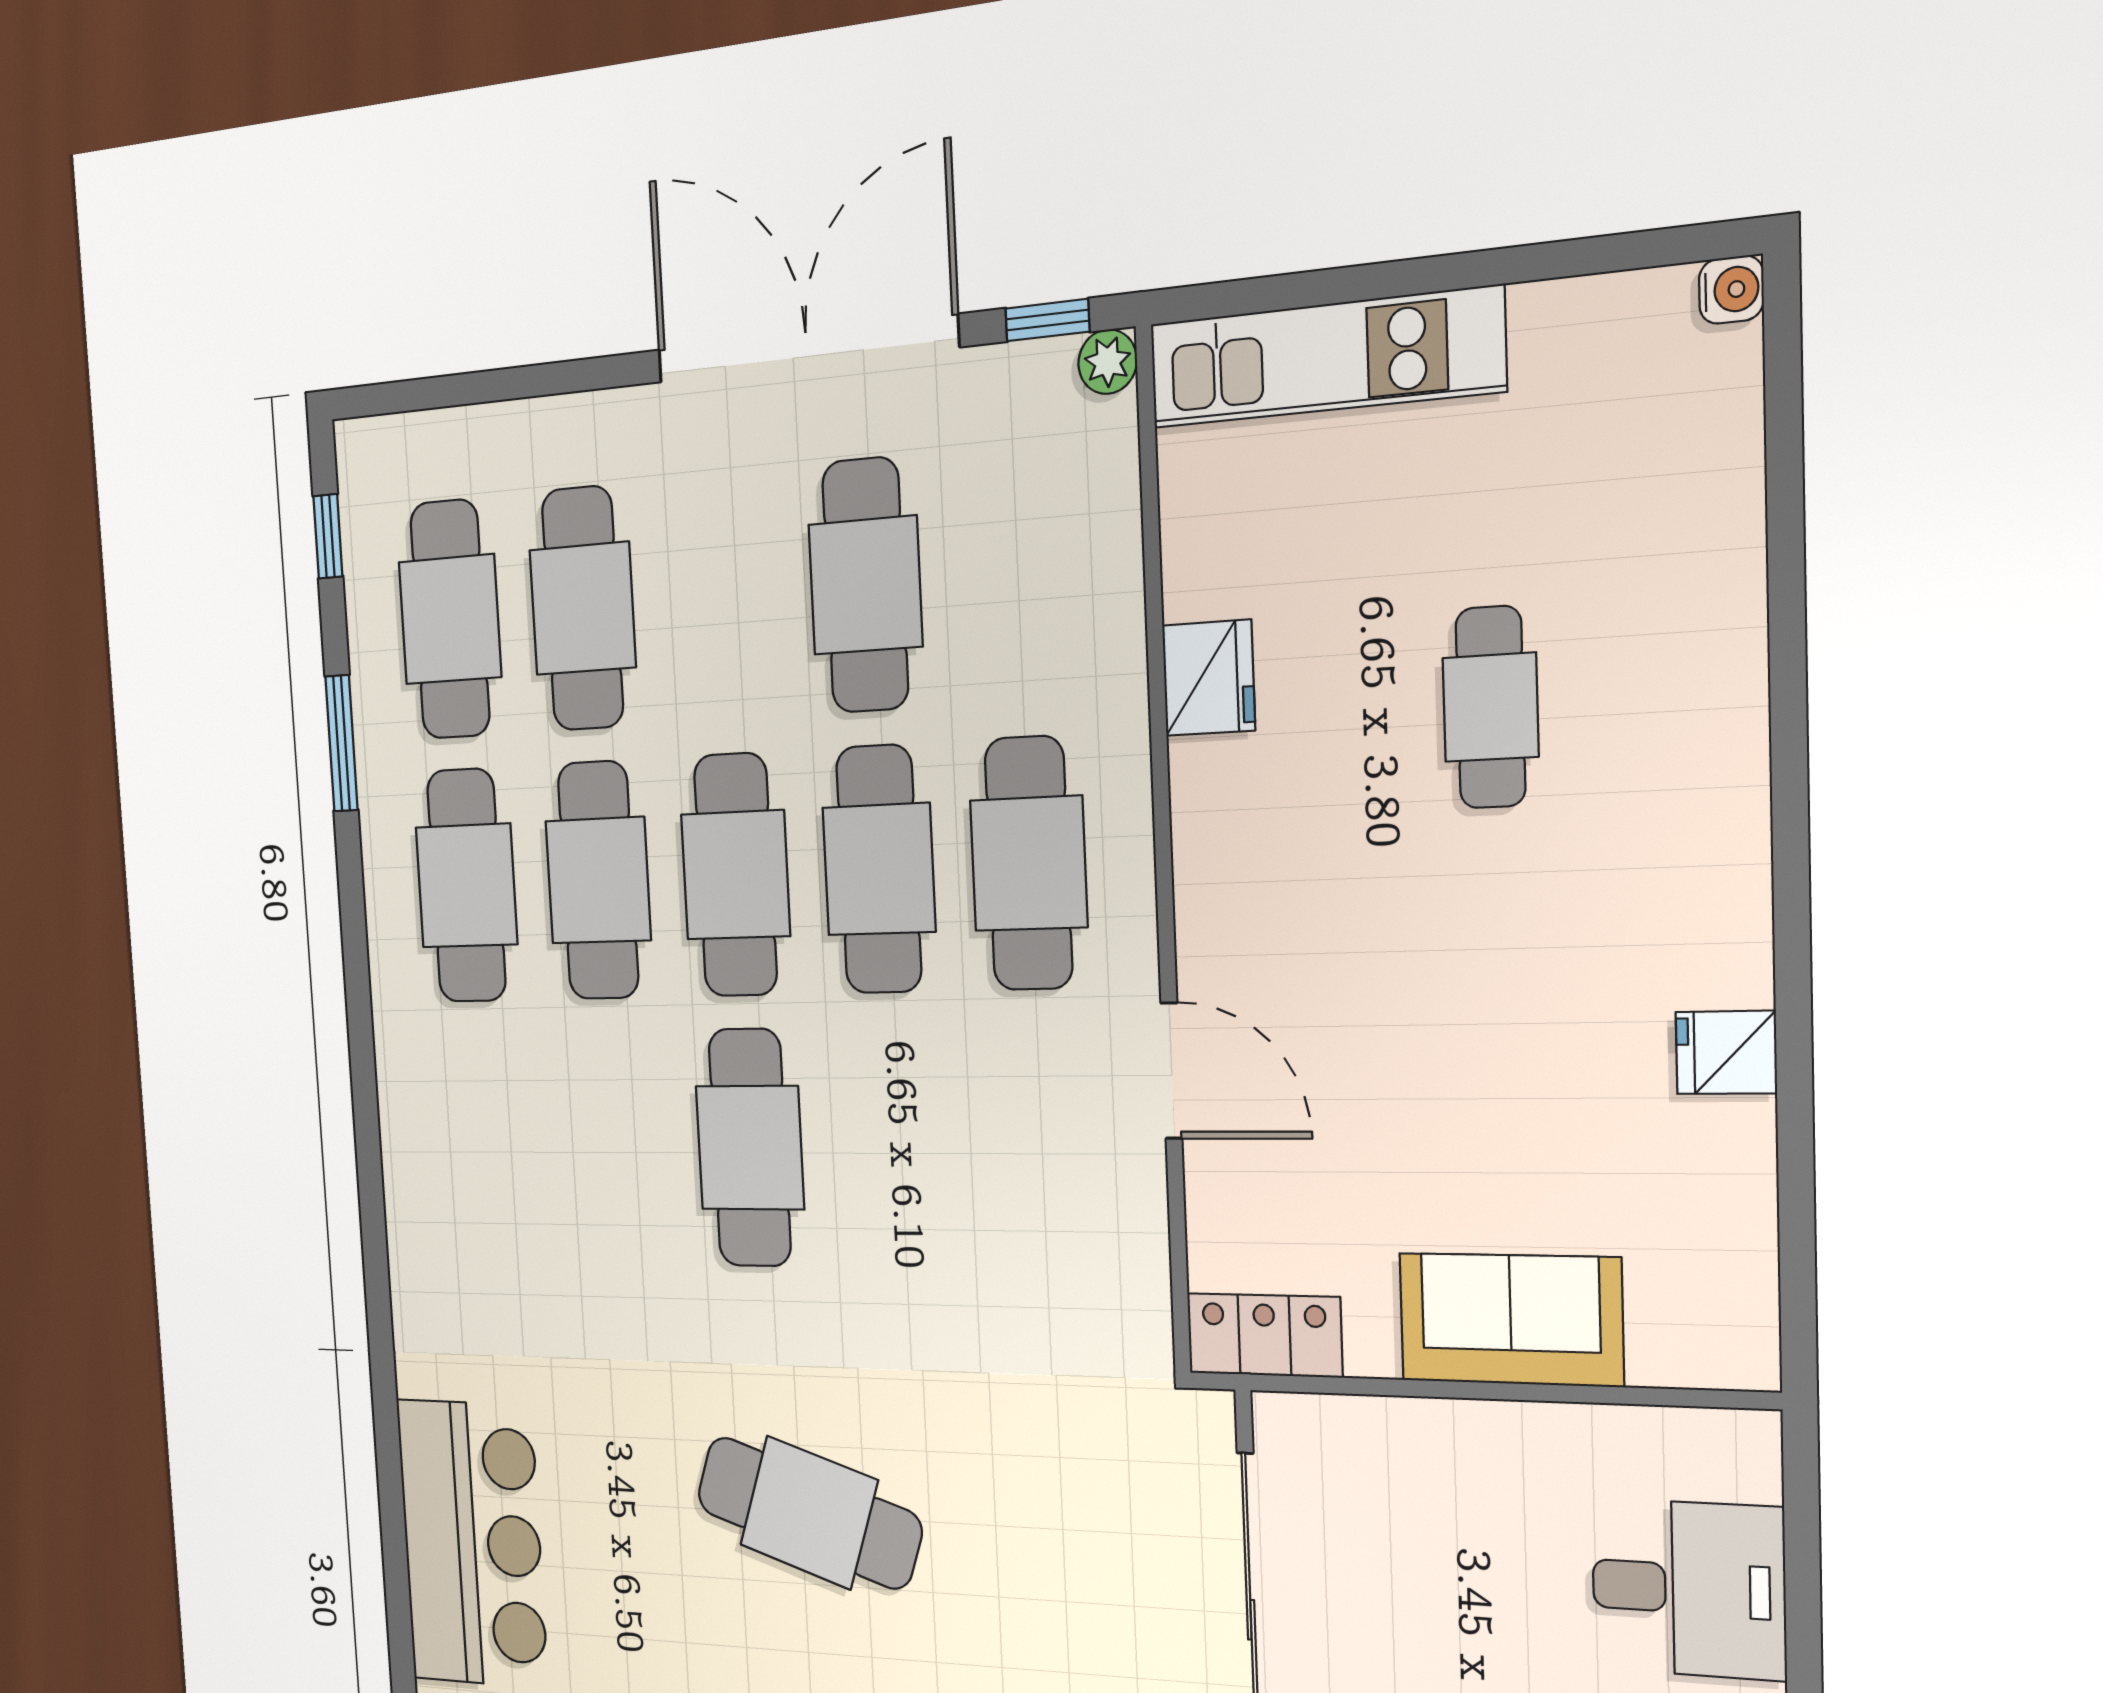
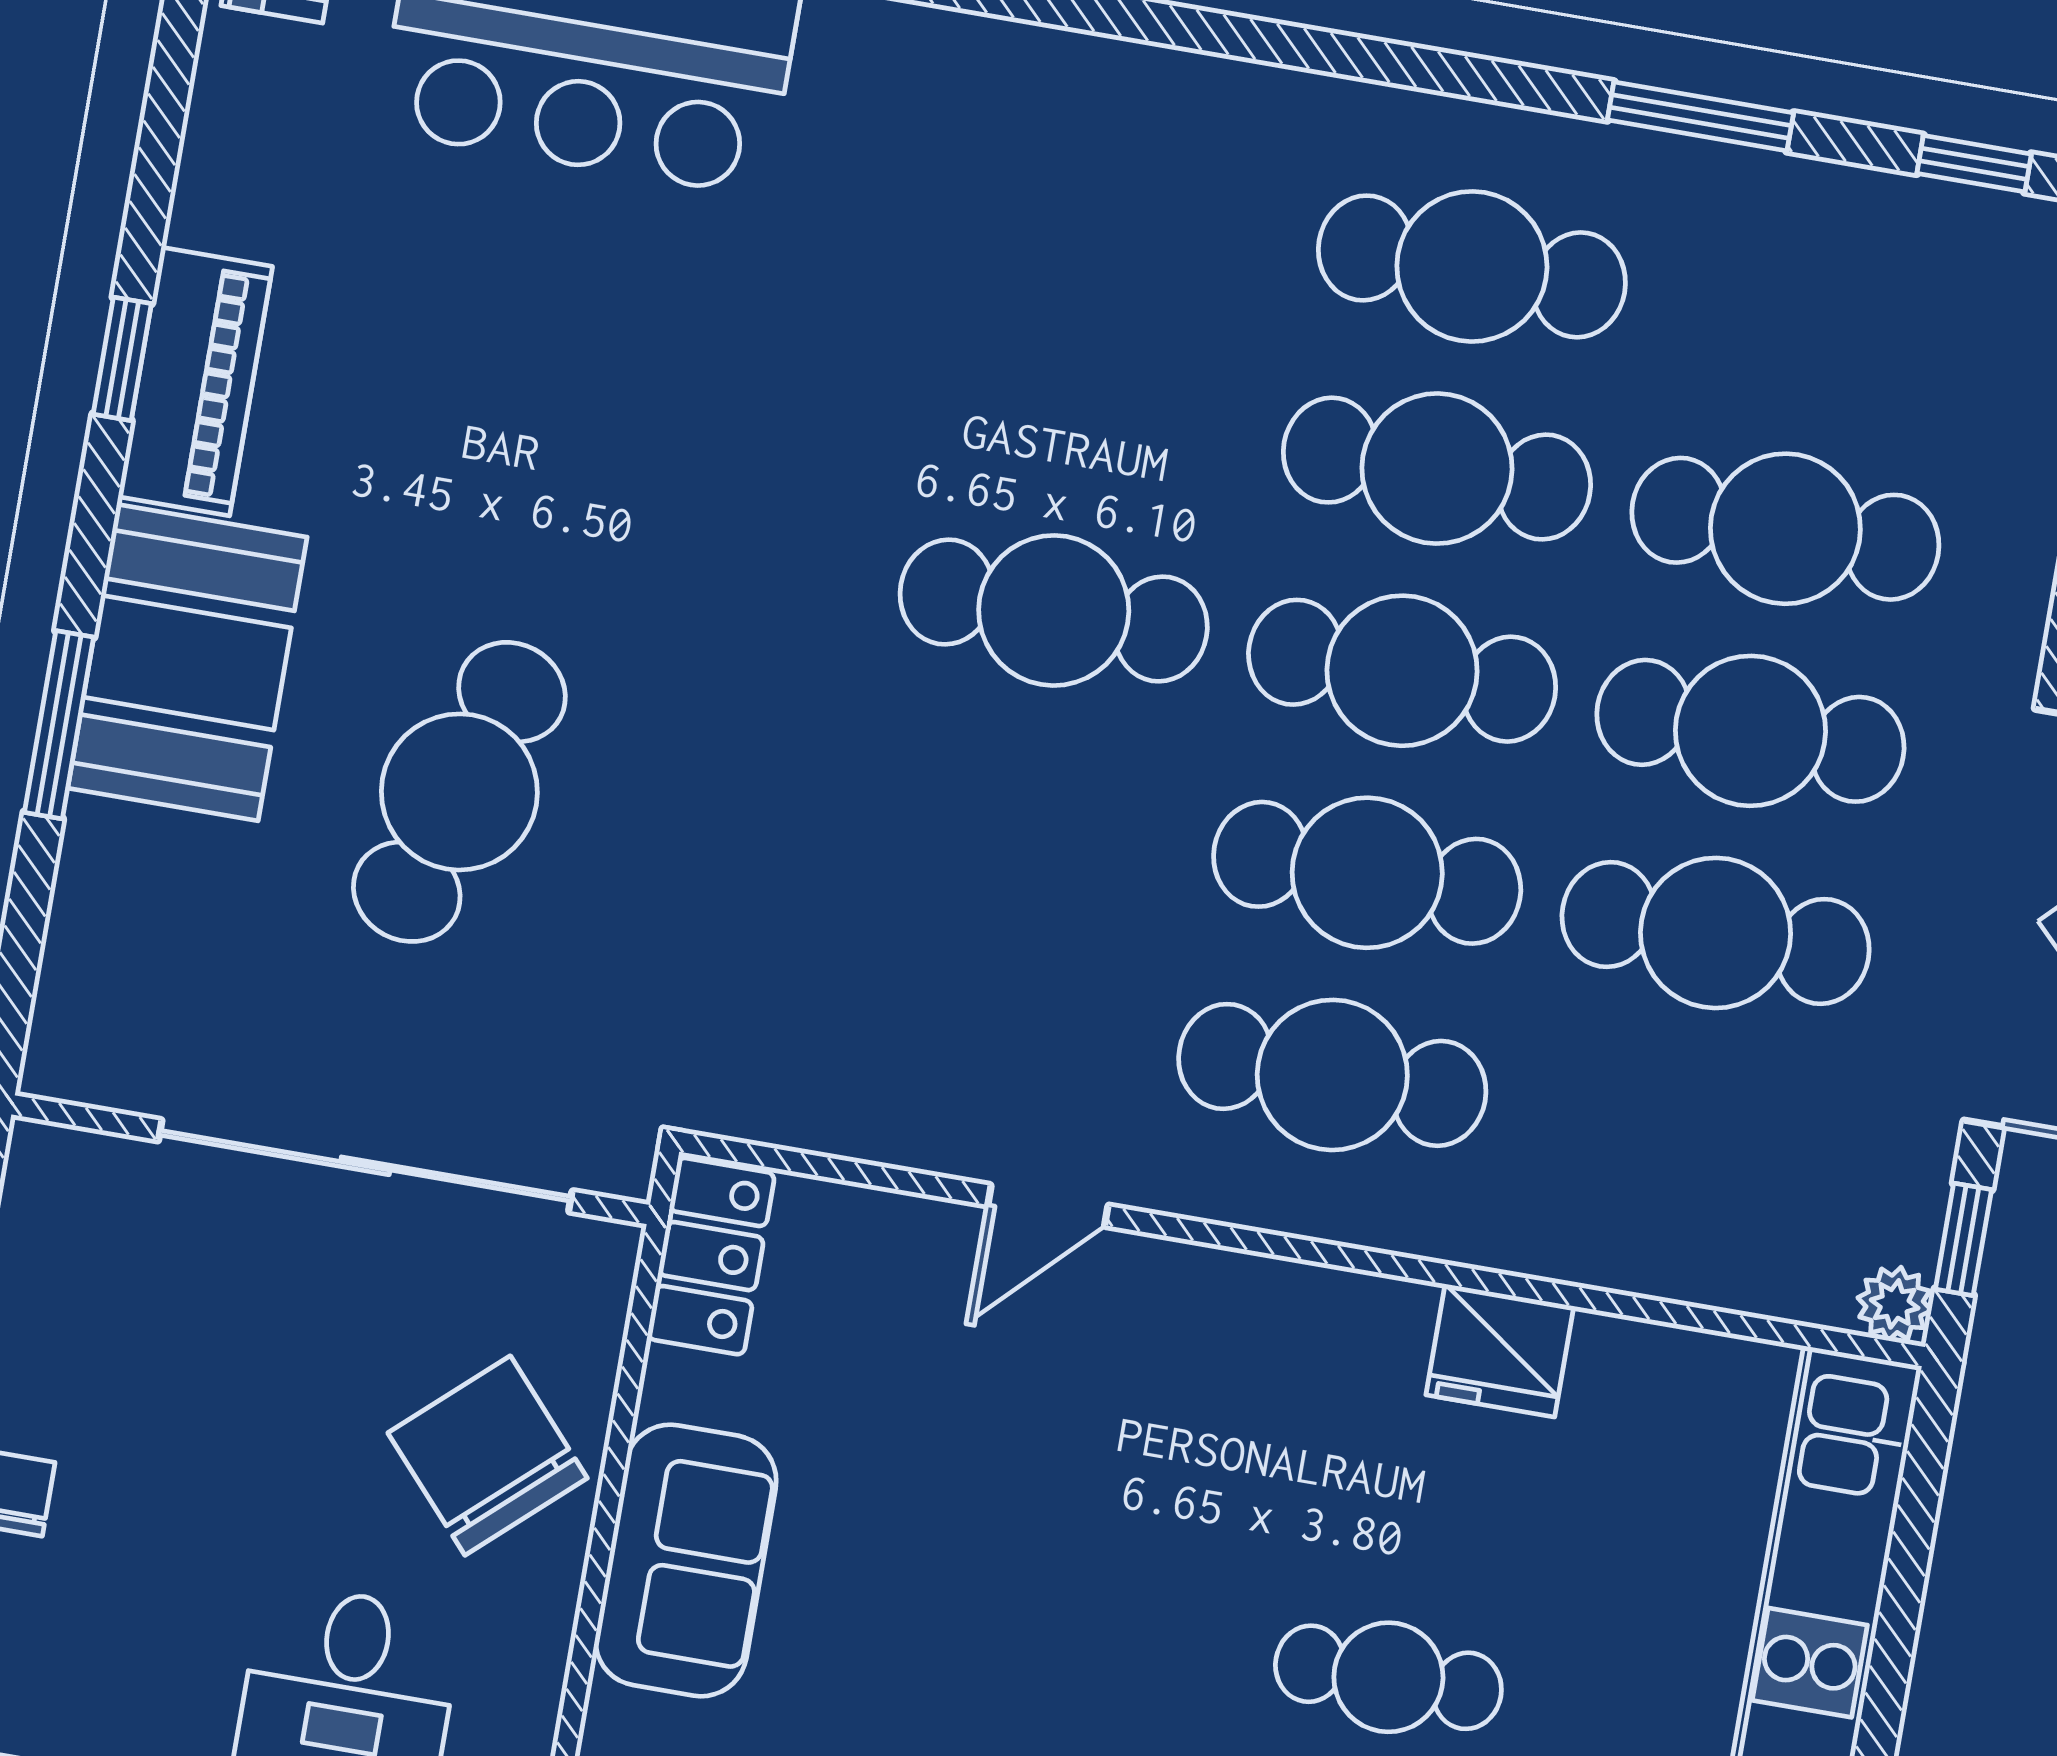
cafe table: (450, 619) -> (1750, 731), moved
door: (1171, 1071) -> (1048, 1206), width x0.73
chair: (1457, 1495) -> (488, 1456), added
cafe table: (809, 1513) -> (459, 792), moved

